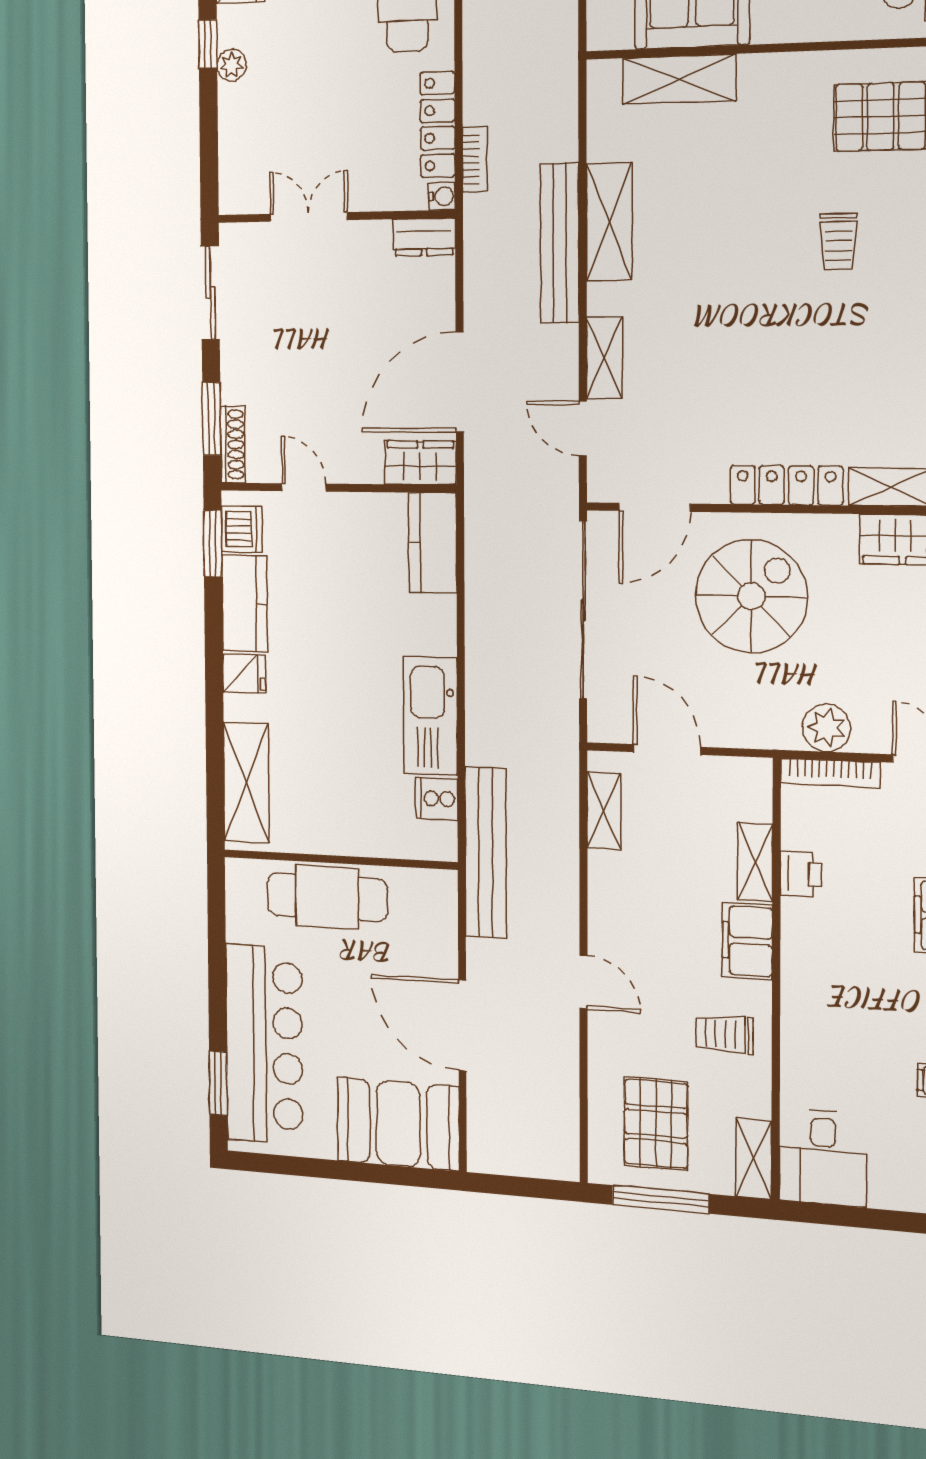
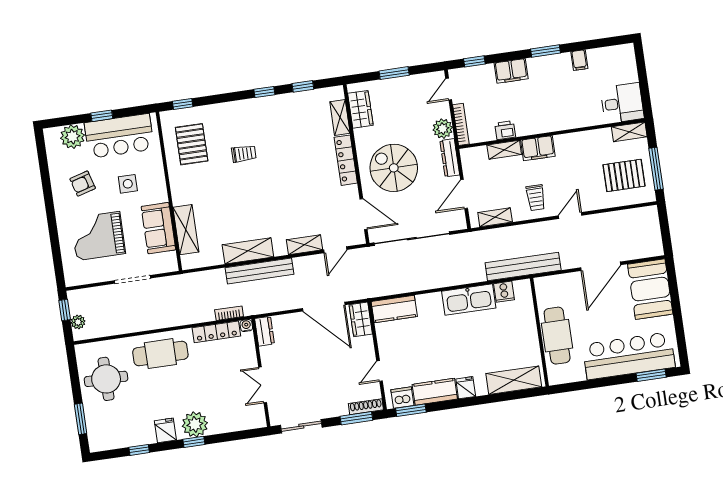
plant: (232, 65) -> (195, 424), width x1.88, depth x1.88
dresser: (755, 732) -> (450, 158), added
trolley: (724, 1034) -> (536, 198), moved

